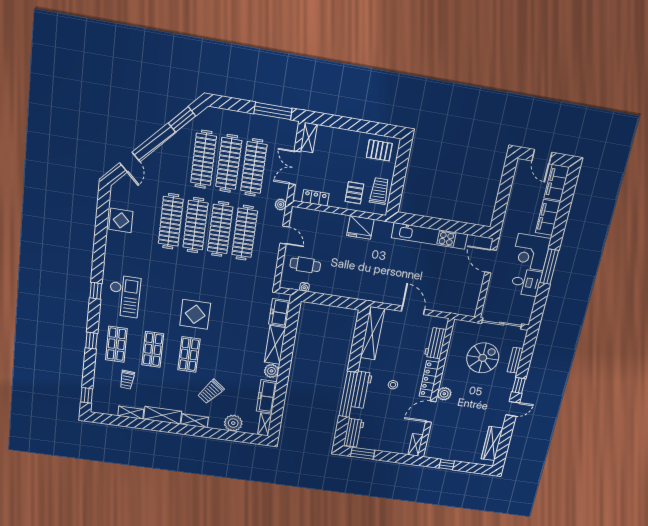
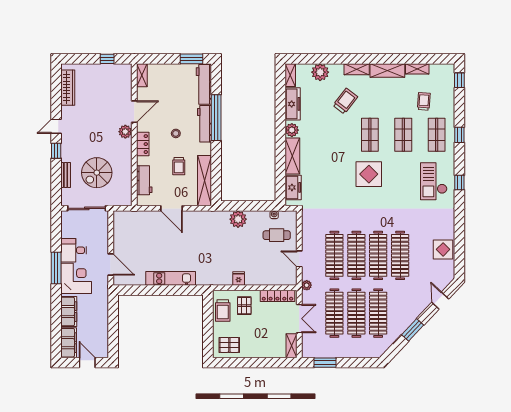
window: (273, 111) -> (325, 363), width x0.69
window: (182, 120) -> (413, 330), moved
locker: (315, 198) -> (277, 296), width x1.53
fridge: (360, 227) -> (239, 279), width x0.53, depth x0.75
kitchen unit: (430, 236) -> (171, 278), width x0.73
plant: (344, 288) -> (238, 219), added
trolley: (397, 352) -> (179, 166), added
locker: (429, 379) -> (143, 144), width x0.66
workbench: (354, 433) -> (204, 84), width x1.38

